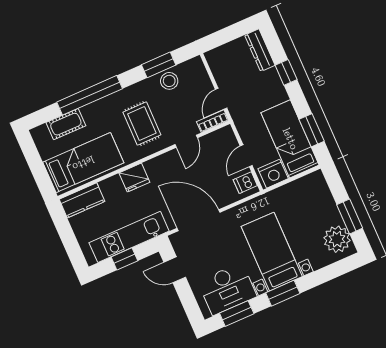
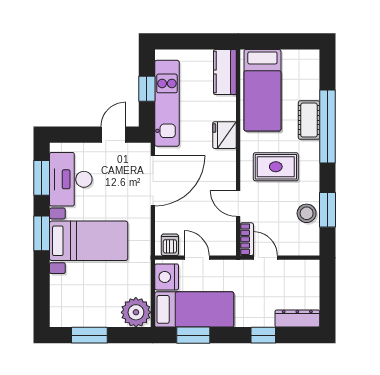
cot: (66, 124) -> (309, 120), moved
plant: (337, 239) -> (136, 312), moved

